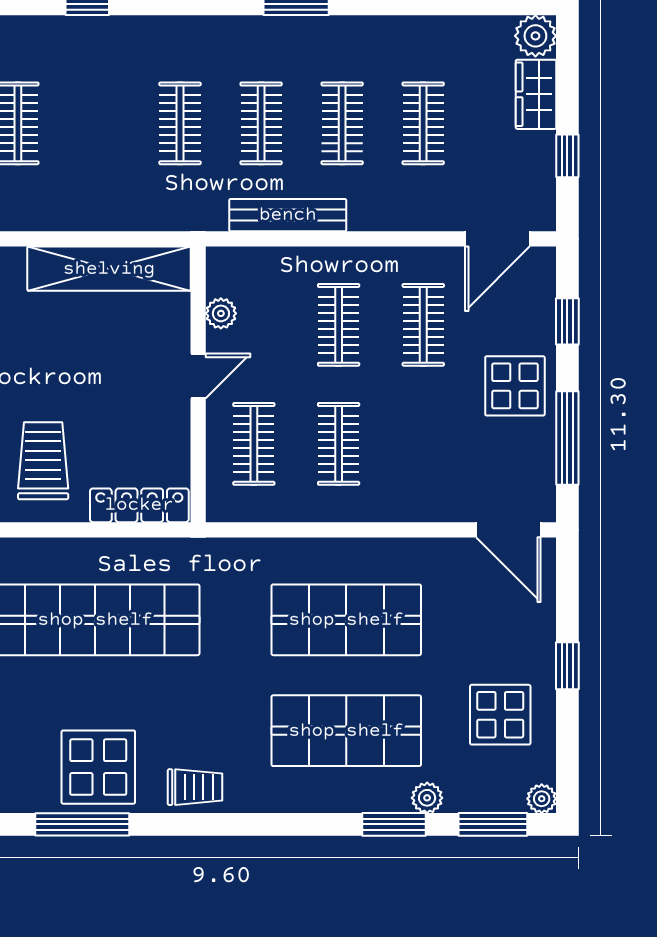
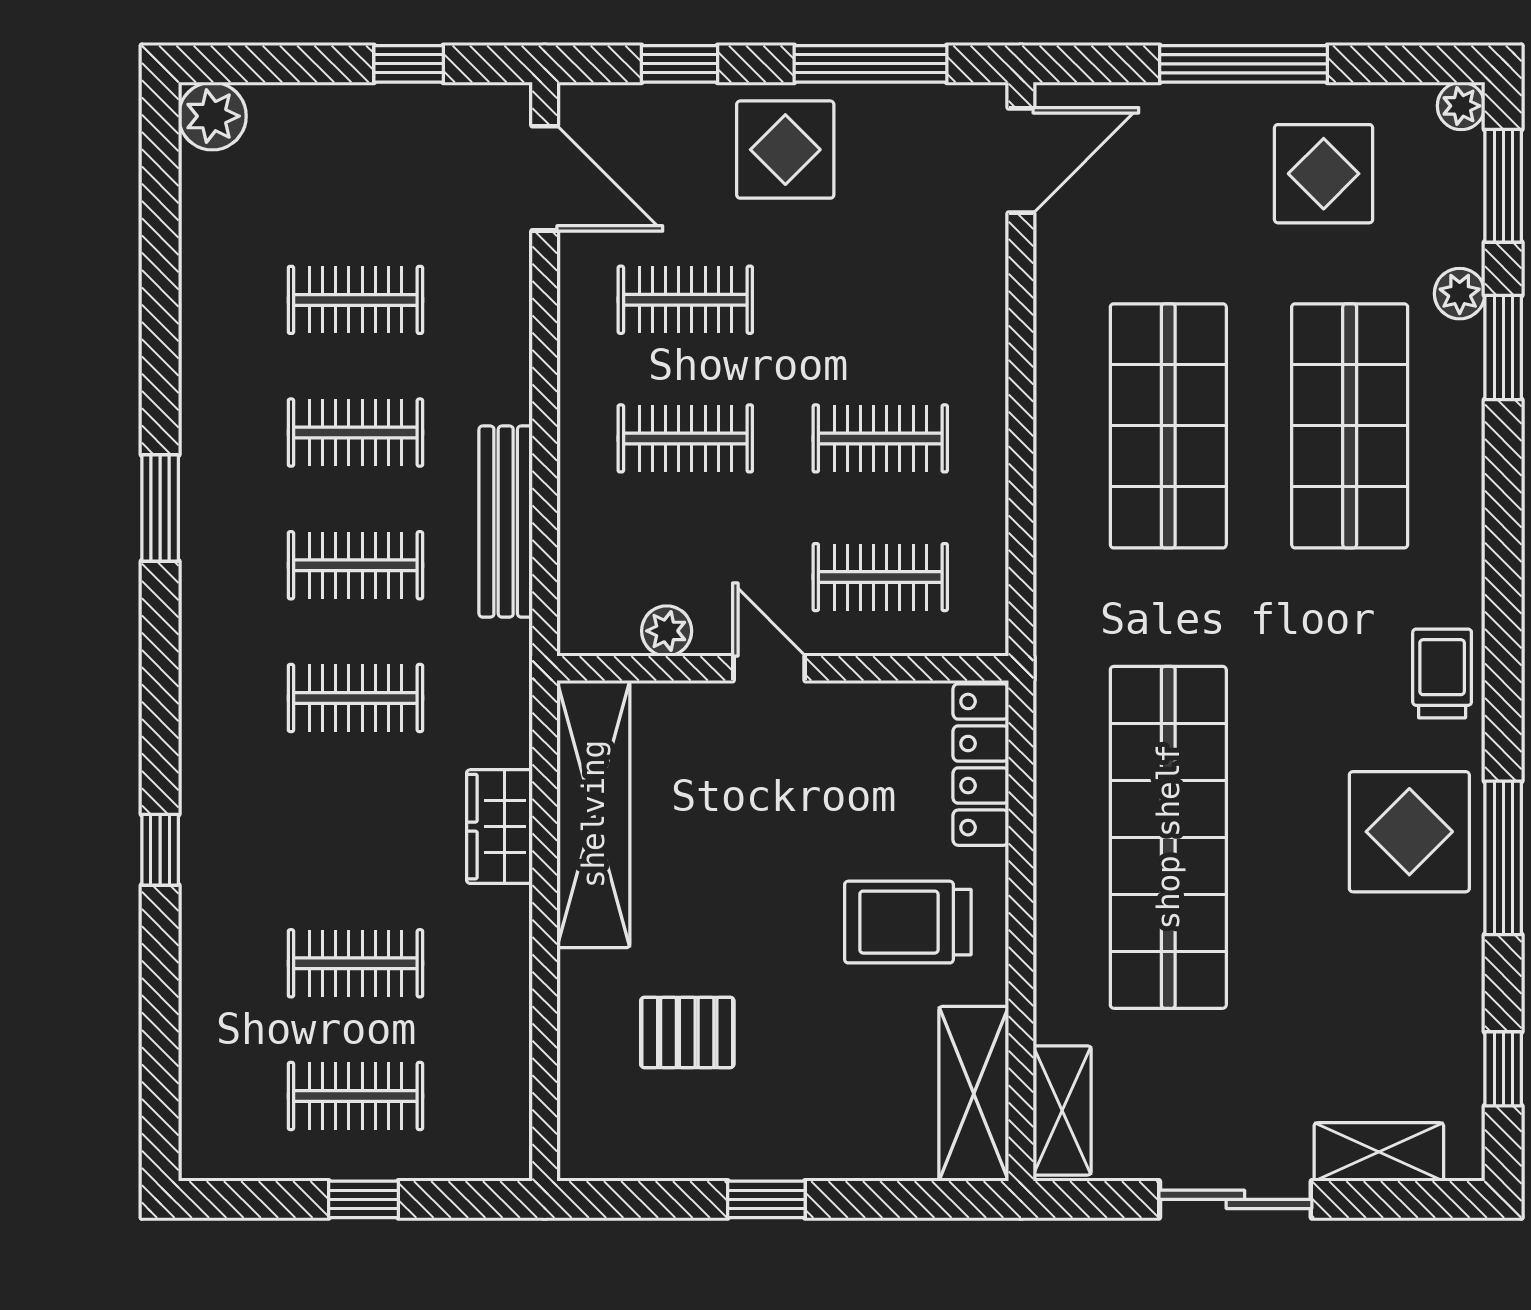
wardrobe: (536, 94) -> (500, 827), moved, turned 90
window: (567, 666) -> (1244, 64), width x2.17

